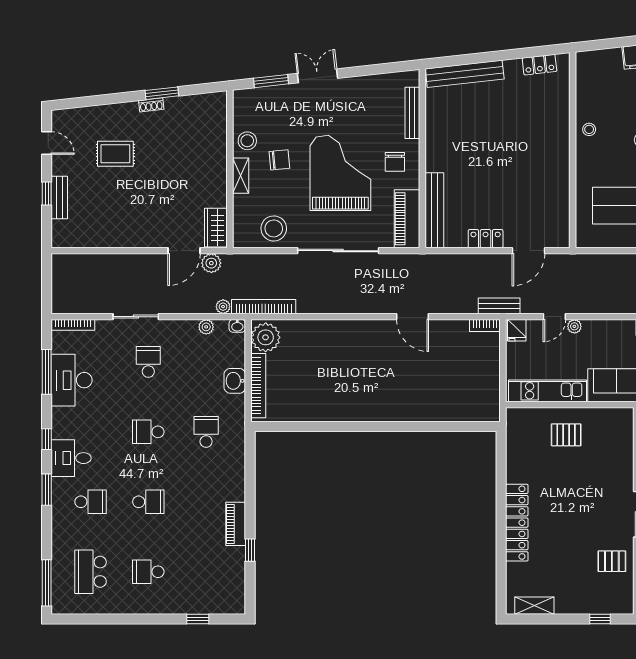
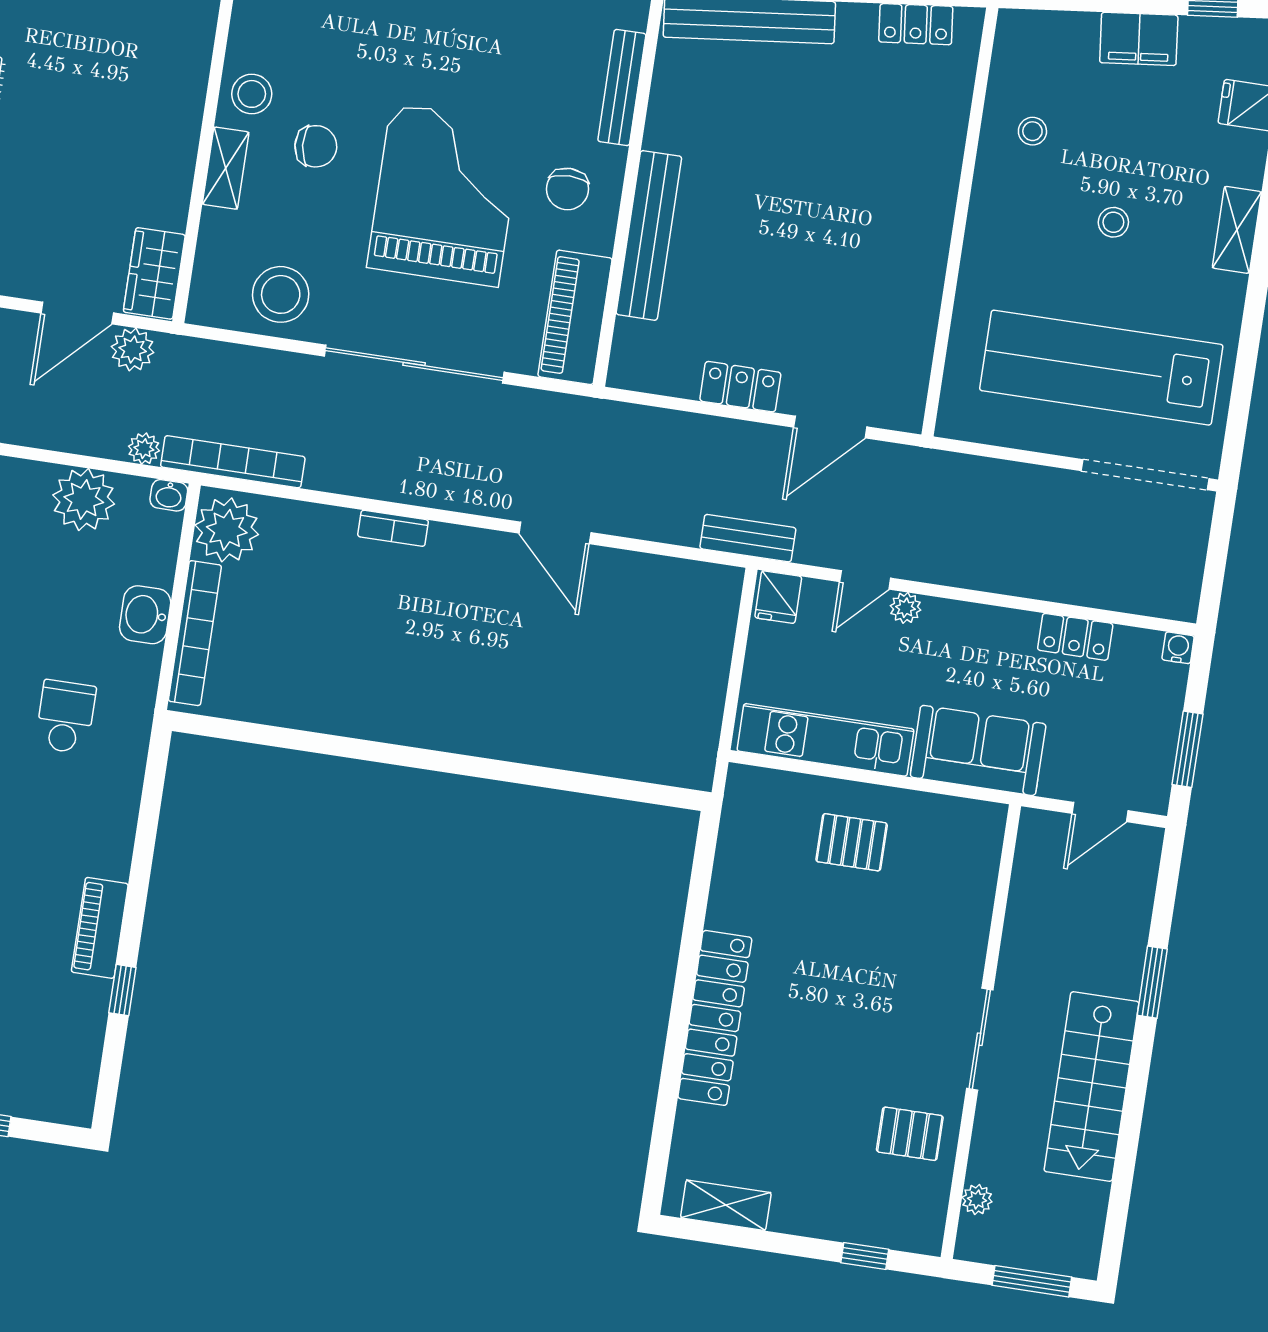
stool: (589, 129) -> (1032, 131), moved
bench: (434, 210) -> (649, 235), moved
bookcase: (485, 325) -> (393, 528), moved
plant: (206, 327) -> (84, 500), width x1.88, depth x1.88

